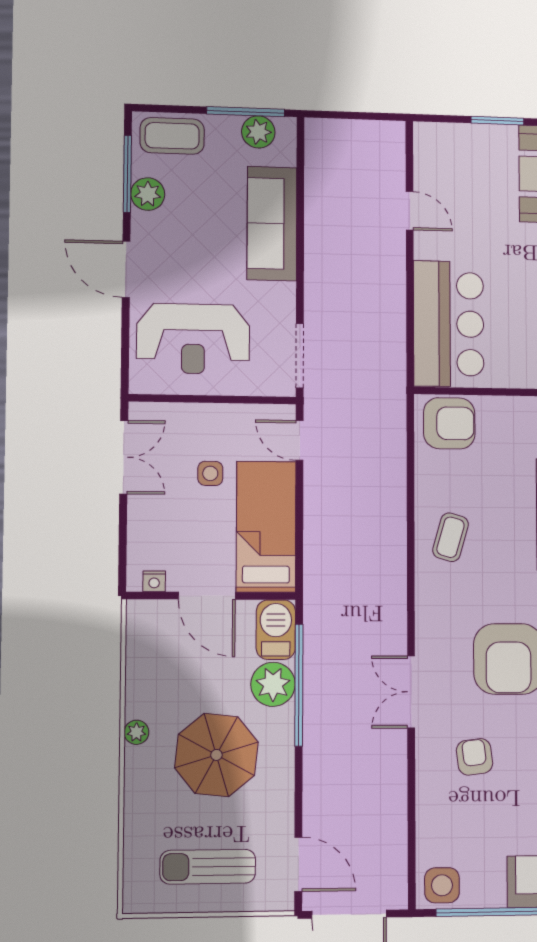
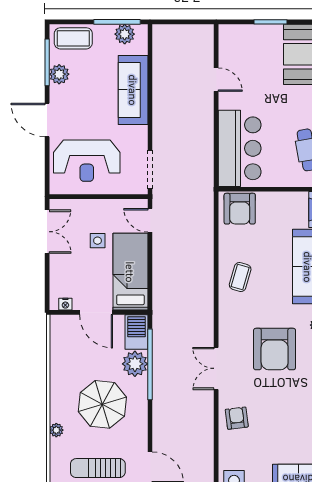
armchair: (449, 423) -> (240, 209), turned 90
plant: (136, 732) -> (56, 430), moved
armchair: (475, 757) -> (237, 418), moved

